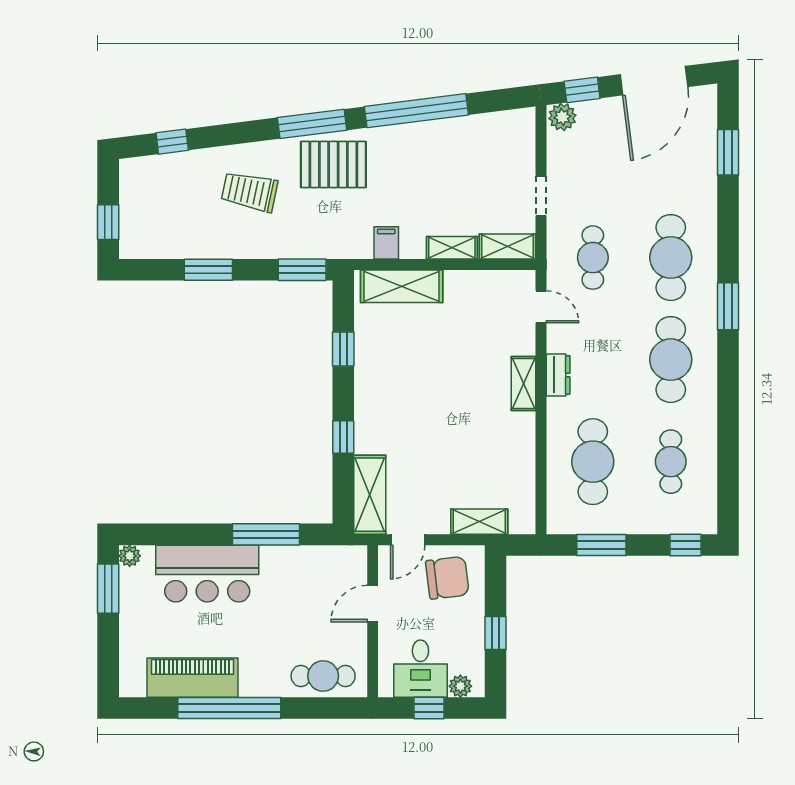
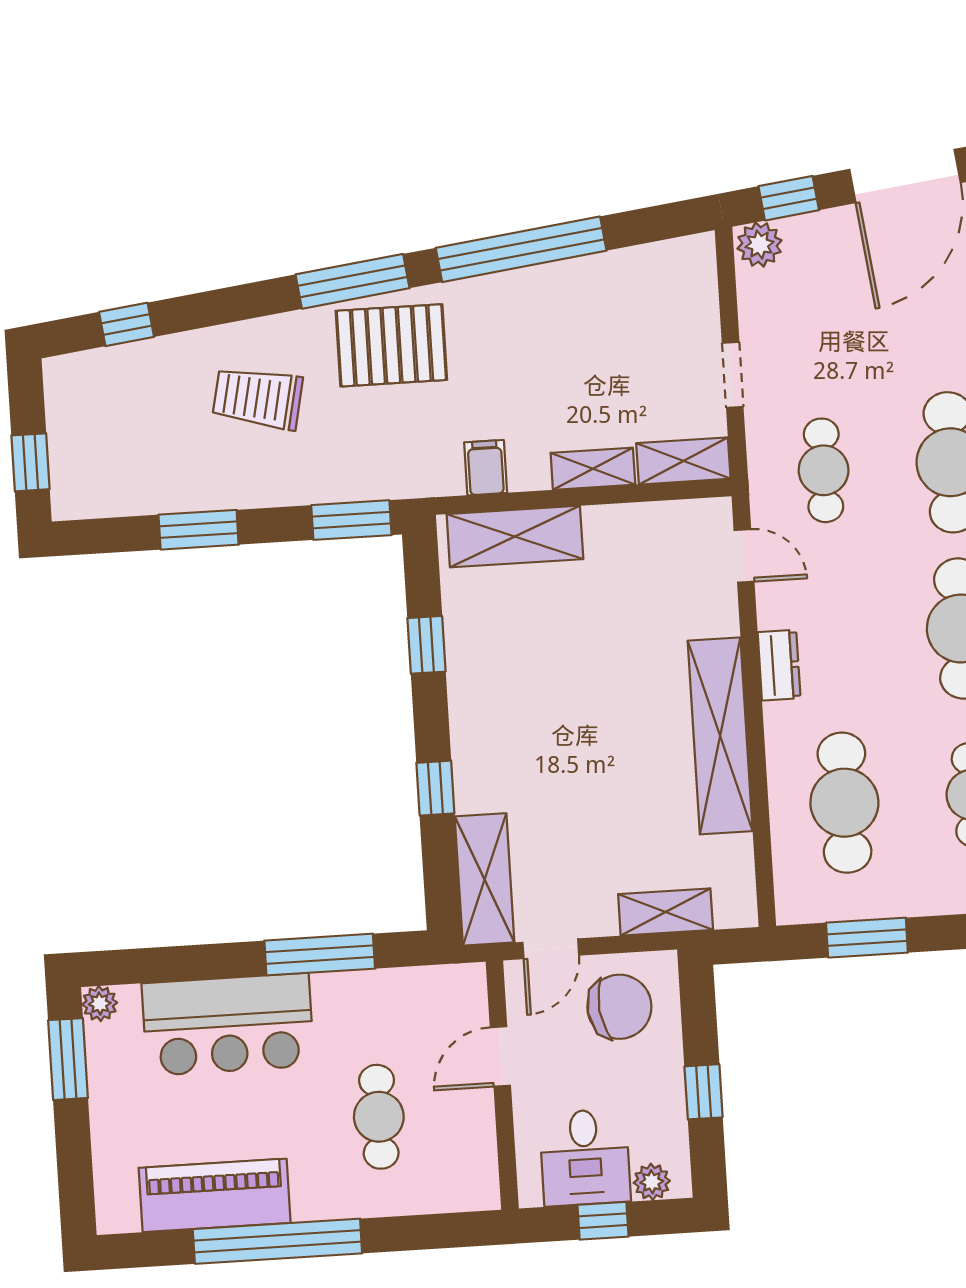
shelving: (523, 384) -> (720, 736), width x2.20, depth x1.33
cafe table: (323, 676) -> (379, 1117), moved, turned 90

